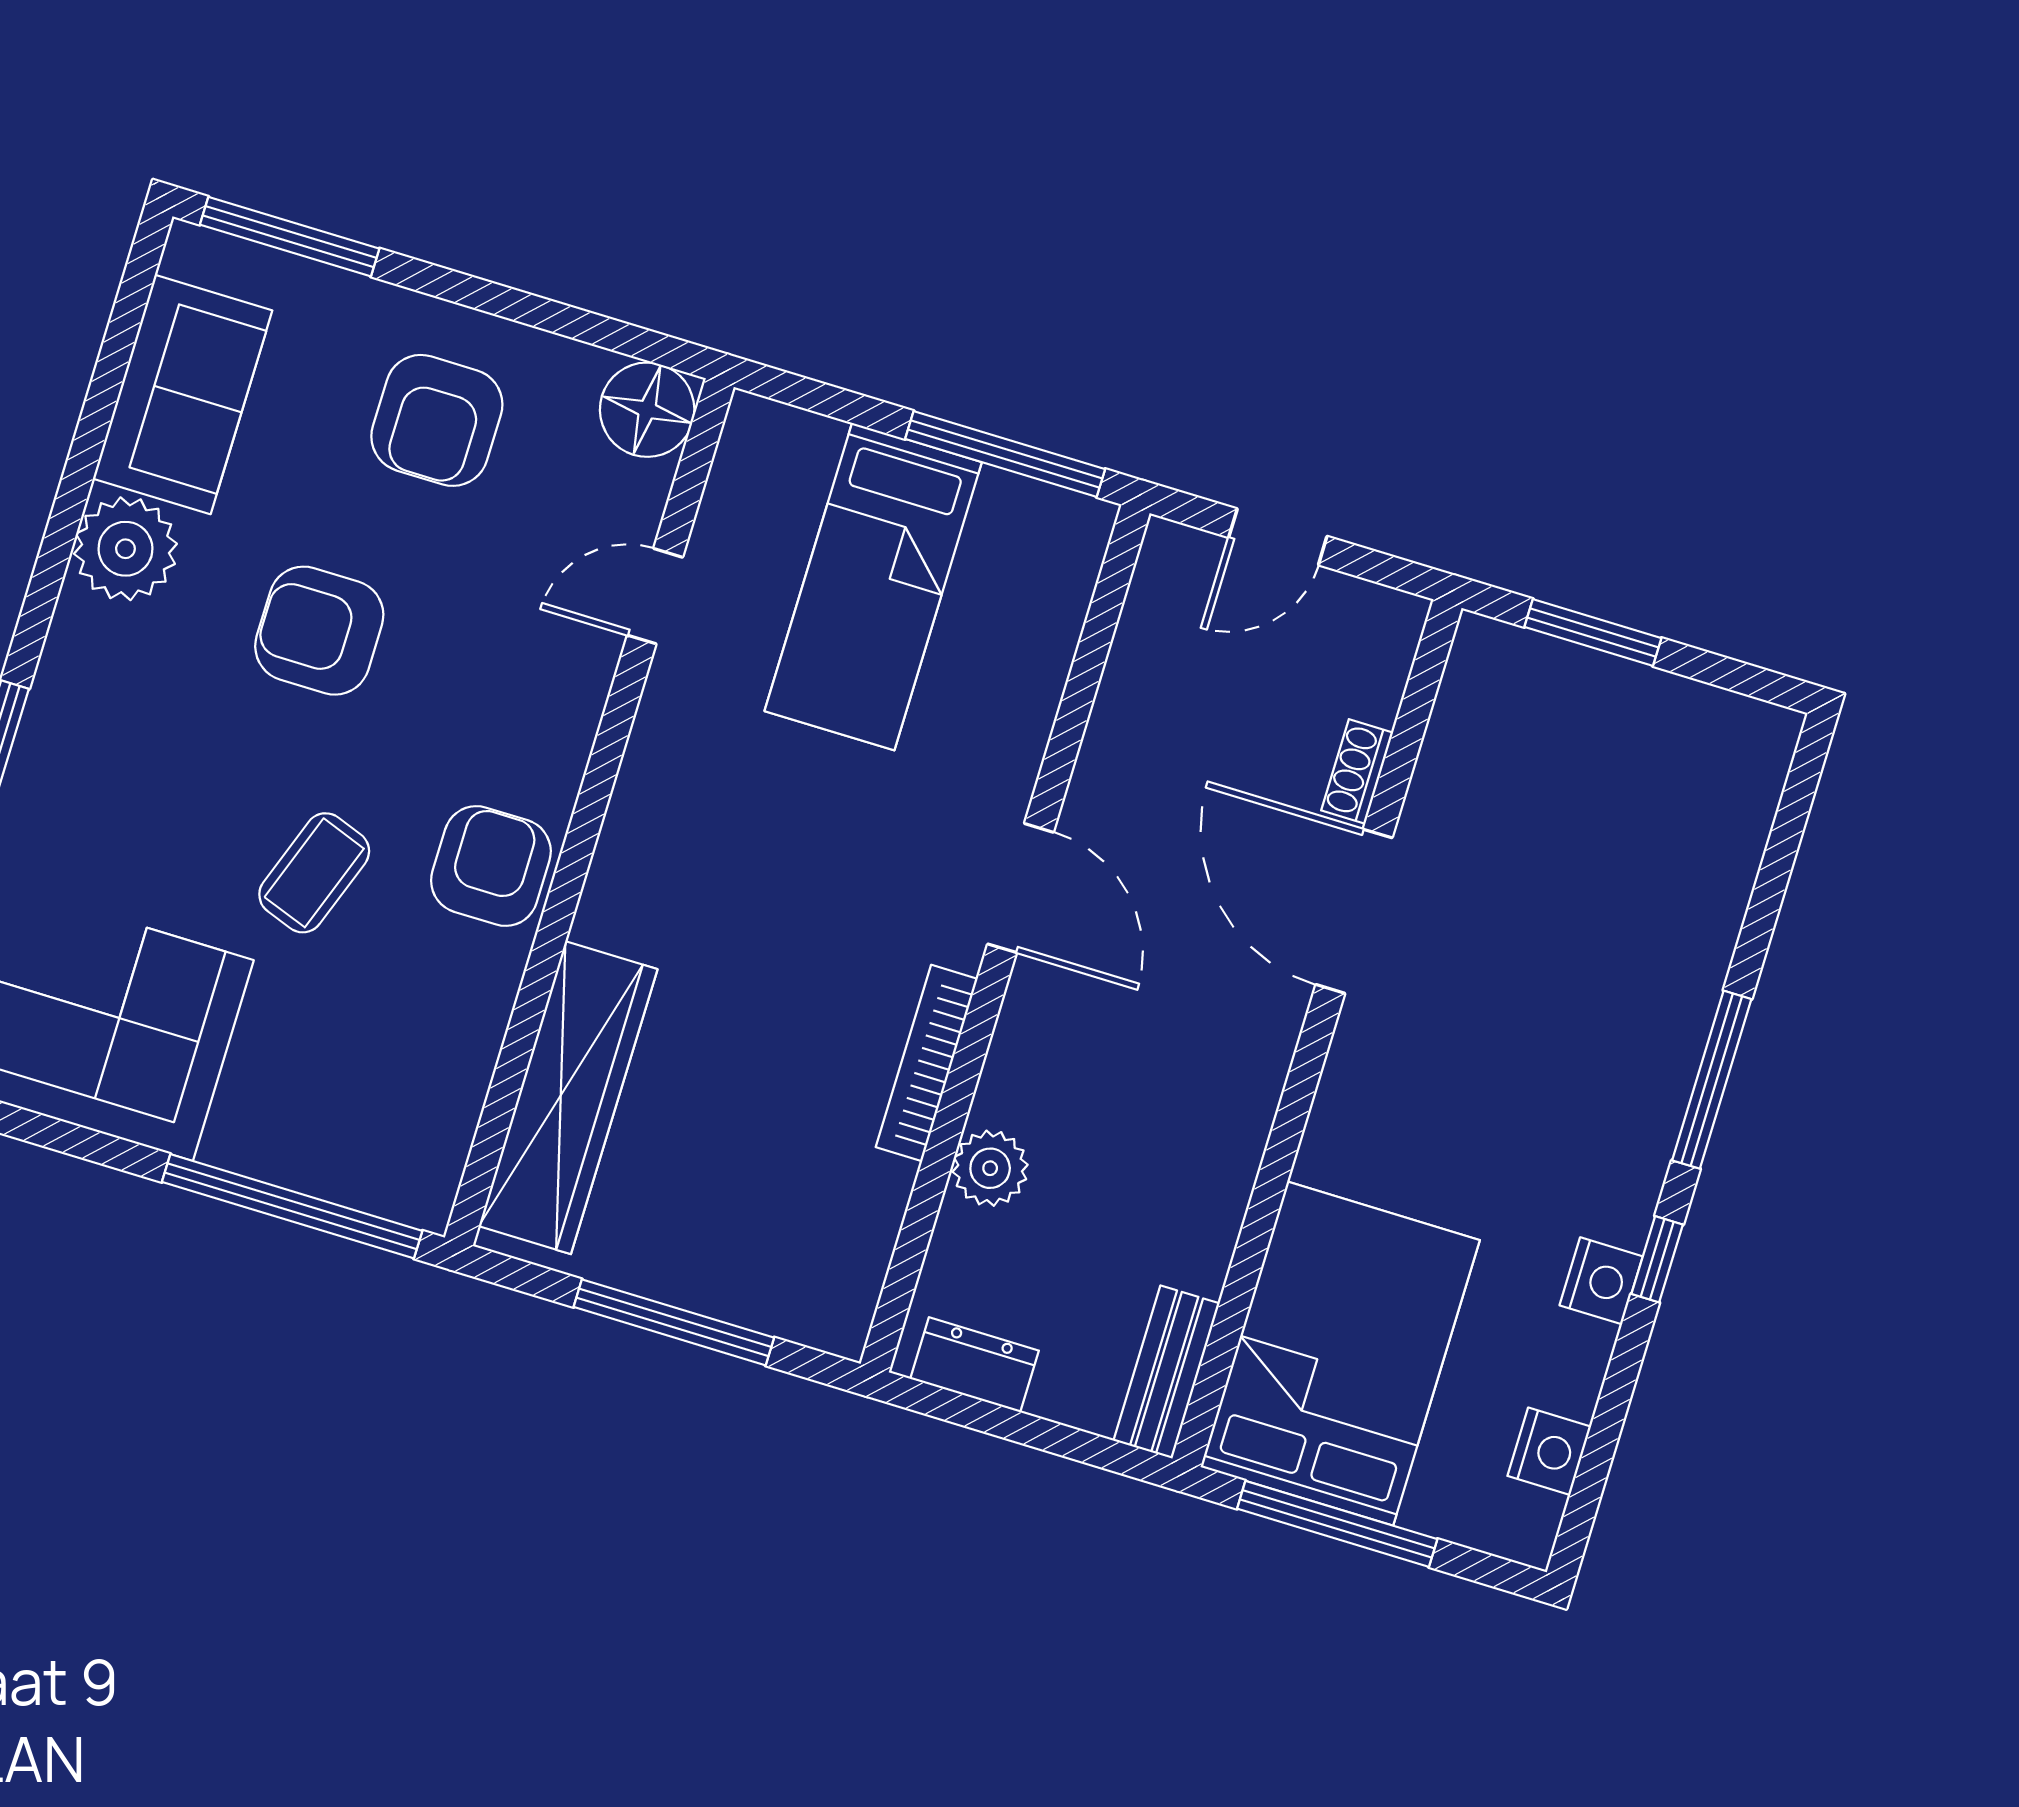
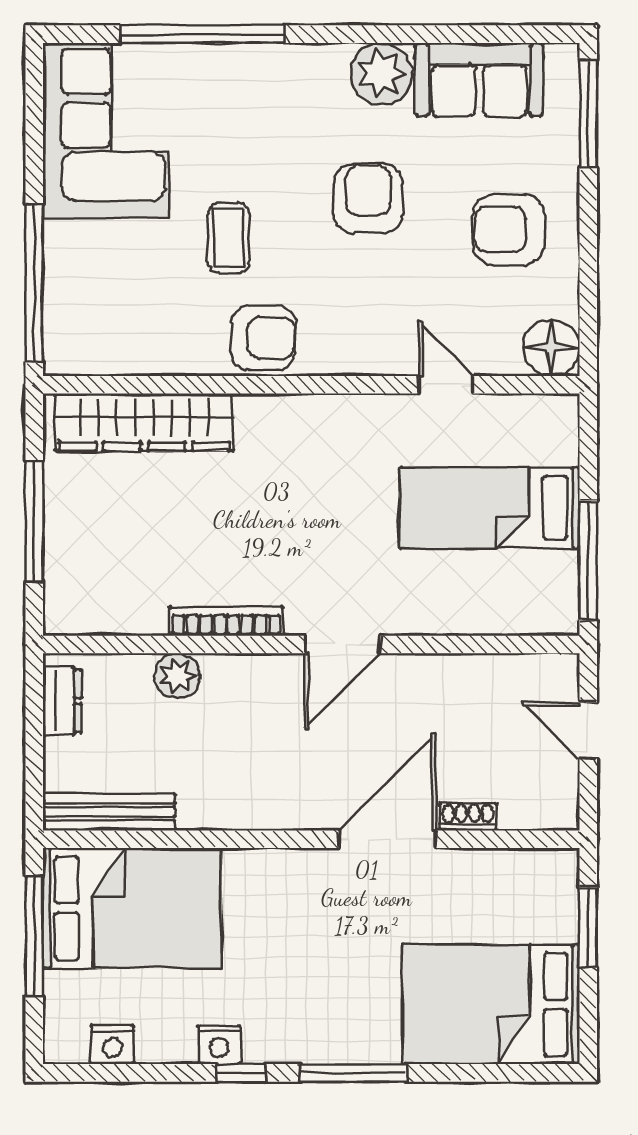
bed: (1669, 826) -> (491, 1004), added
coffee table: (314, 873) -> (229, 238), turned 70
bench: (1167, 1372) -> (109, 812), width x1.36

